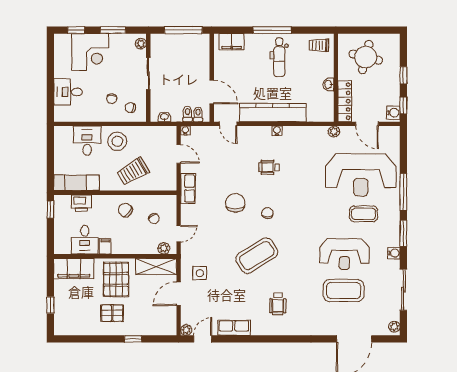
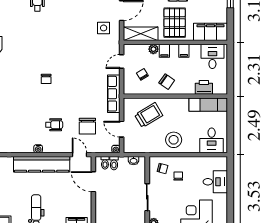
desk: (87, 141) -> (212, 140), moved
wheelchair: (269, 167) -> (54, 125), moved
trolley: (133, 171) -> (149, 115), moved
row of seats: (188, 189) -> (114, 94), width x1.48
chair: (235, 203) -> (87, 126), moved
window: (50, 210) -> (230, 82), removed
desk: (85, 240) -> (212, 56), moved
filing cabinet: (128, 246) -> (164, 51), added
plant: (164, 248) -> (153, 49), moved
coffee table: (257, 256) -> (55, 43), removed

